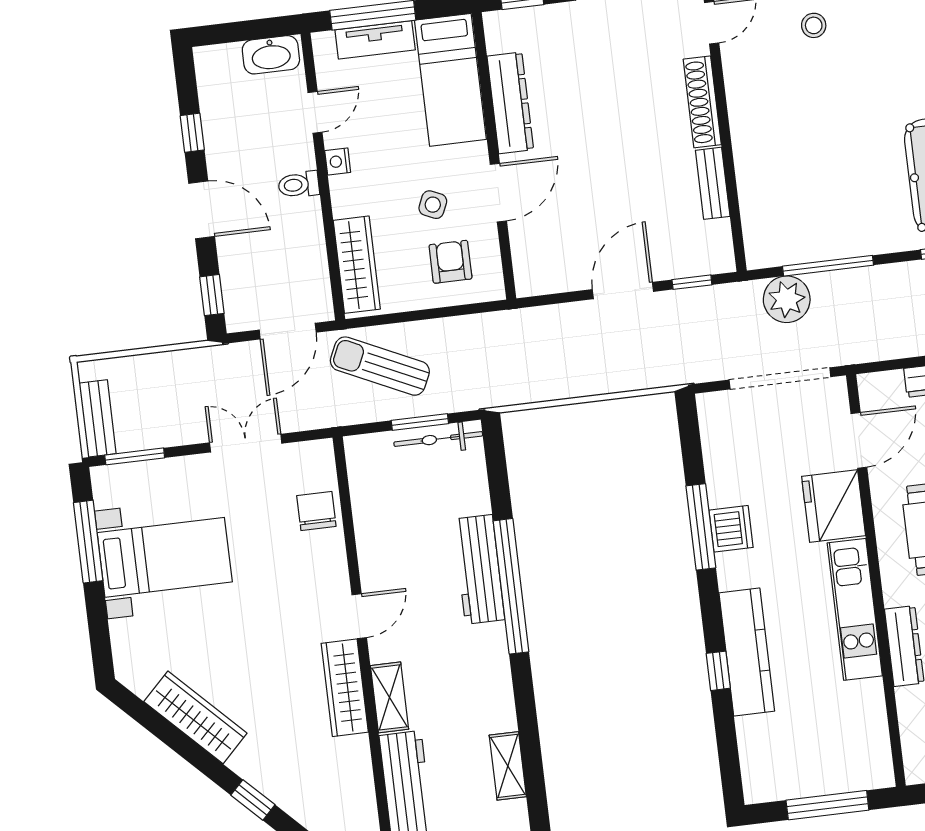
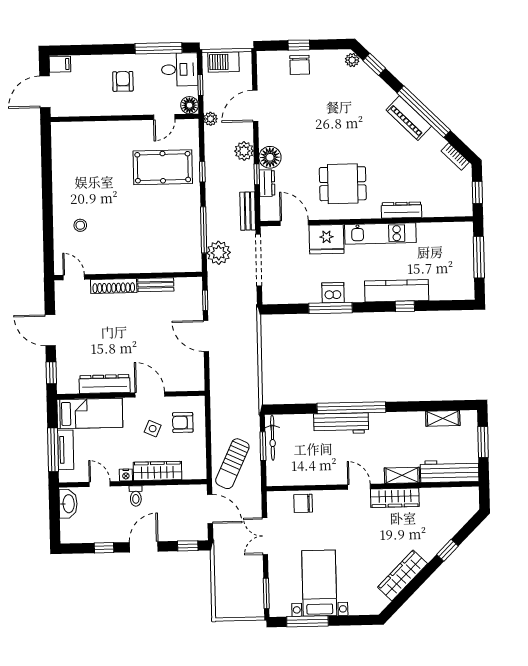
wardrobe: (357, 265) -> (157, 471), moved
bench: (98, 418) -> (248, 211), moved, turned 90

